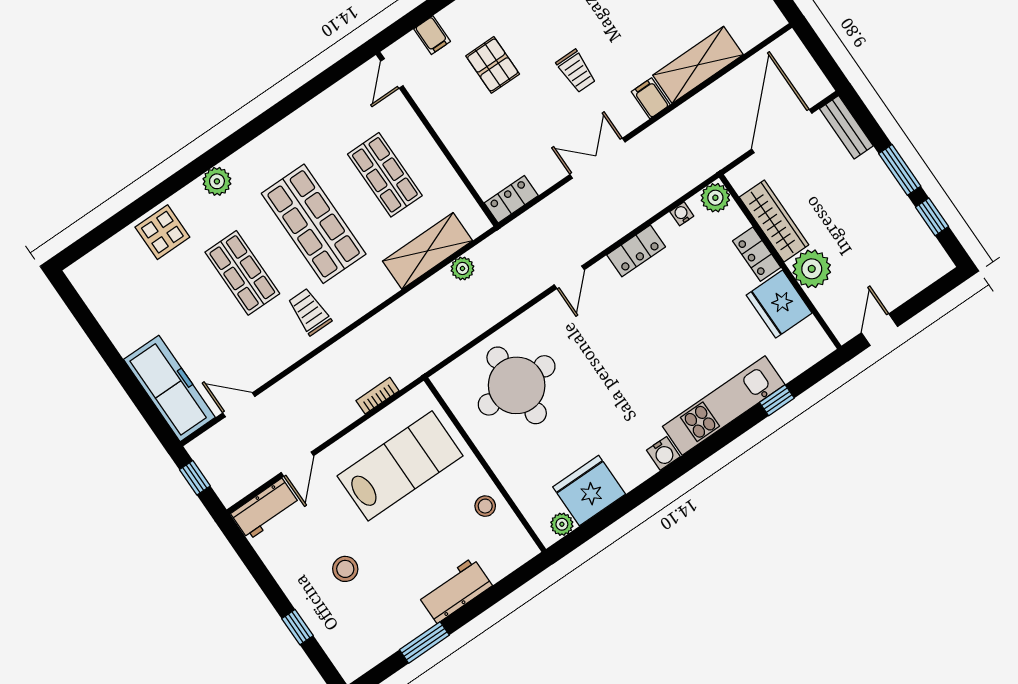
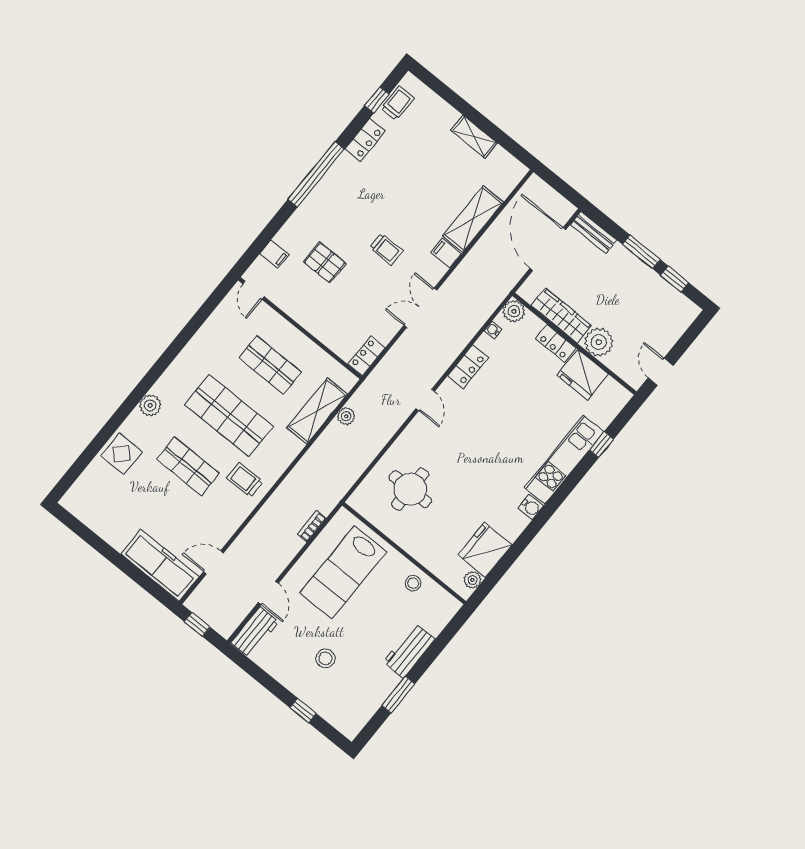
round table: (517, 385) -> (410, 489), width x0.73, depth x0.73
lab bench: (400, 466) -> (343, 572), turned 180

